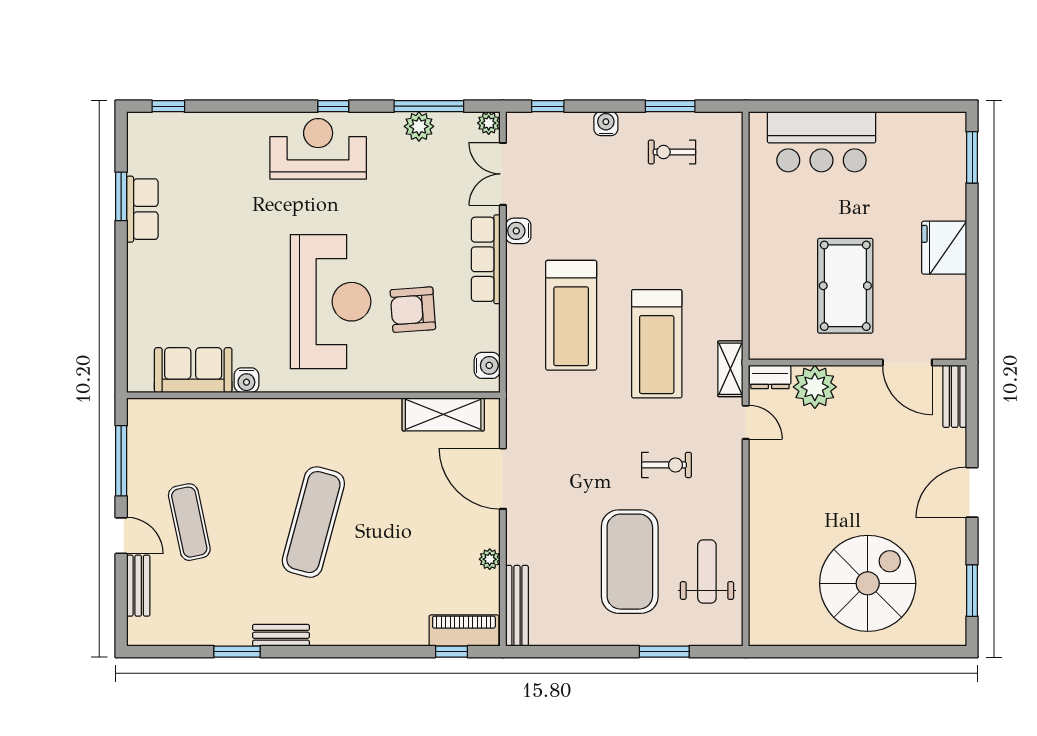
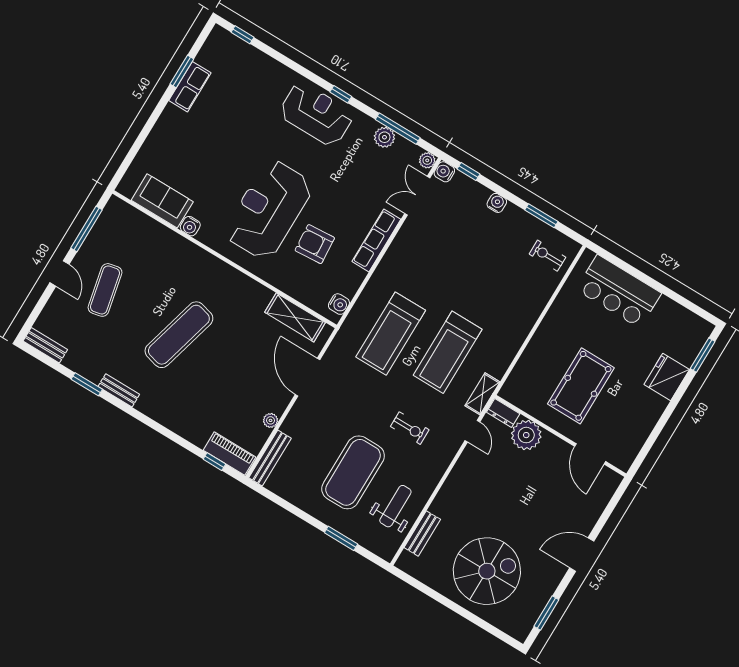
exercise bike: (672, 152) -> (547, 256), moved
water cooler: (518, 231) -> (444, 172), moved
fridge: (944, 248) -> (667, 377), moved
reception desk: (331, 302) -> (269, 210), turned 180
treadmill: (571, 315) -> (391, 334), moved
bench: (955, 396) -> (422, 533), moved
bench: (138, 586) -> (45, 345), moved, turned 90

